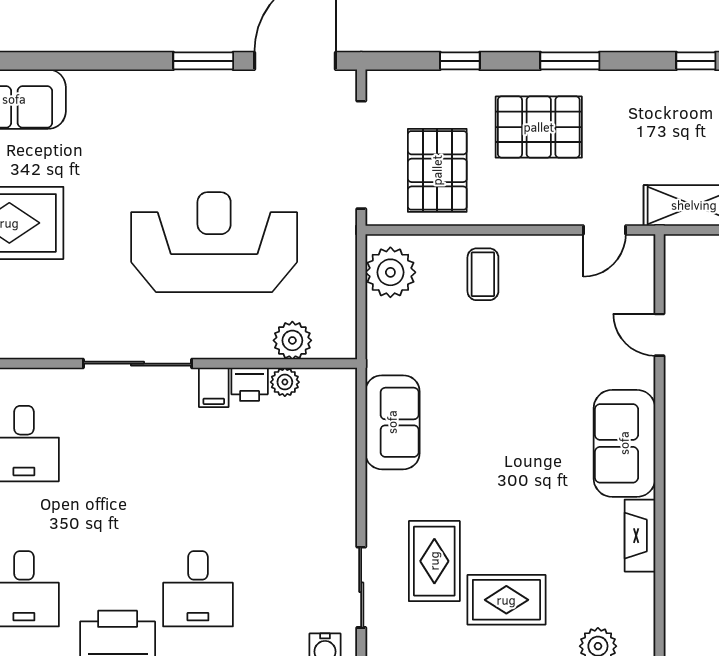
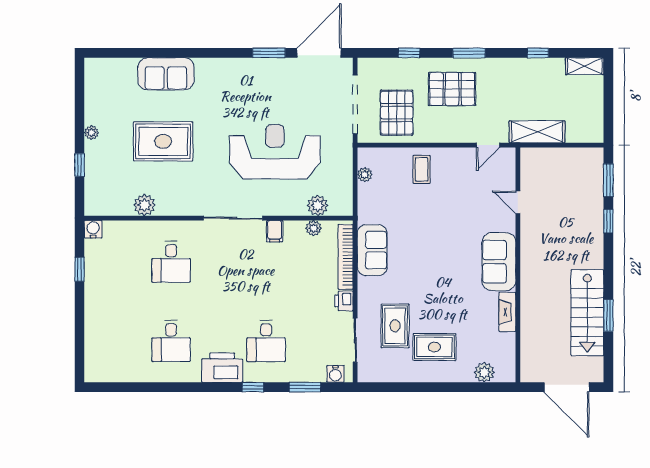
plant: (390, 272) -> (365, 175), width x0.53, depth x0.53
printer: (250, 384) -> (344, 301), moved, turned 90
bookcase: (344, 435) -> (346, 257), added

